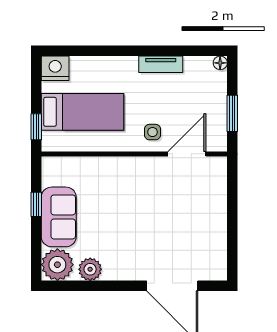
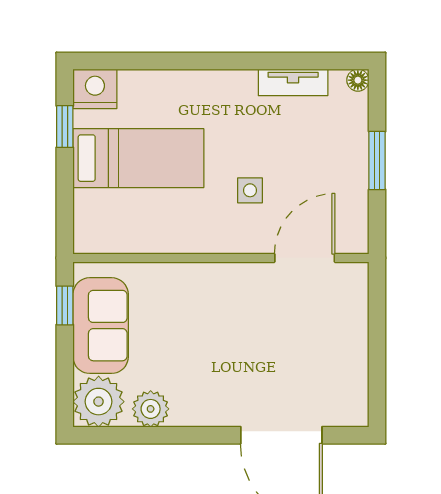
tv unit: (161, 64) -> (293, 82), moved
window: (36, 127) -> (65, 127), moved
wall: (134, 154) -> (221, 258), moved
door: (187, 154) -> (305, 258), moved

